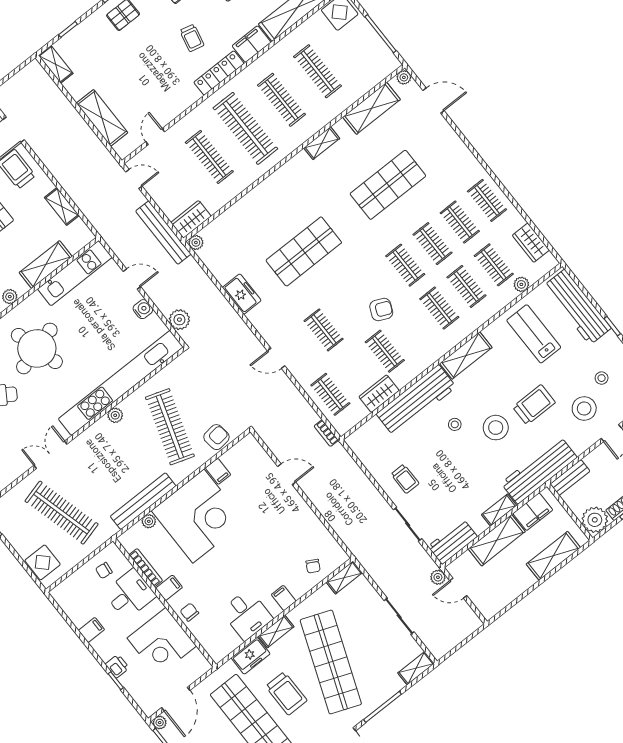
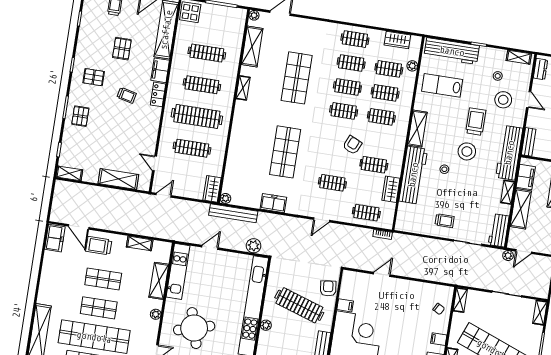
locker: (219, 73) -> (158, 94), width x0.66
bench: (163, 233) -> (233, 213), moved
water cooler: (143, 309) -> (230, 258), removed

